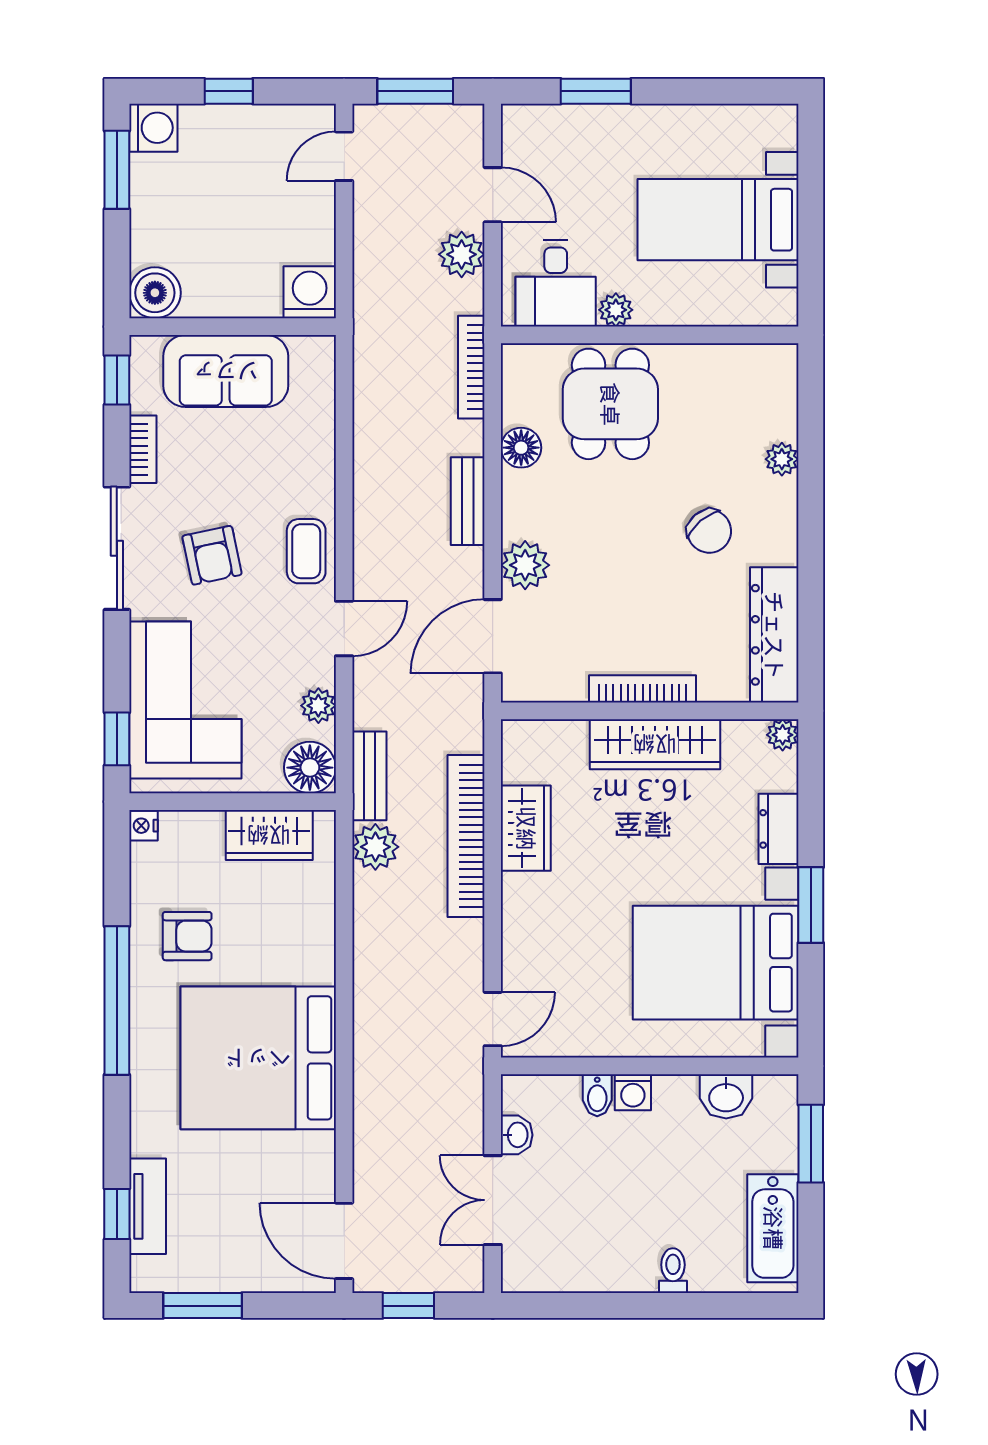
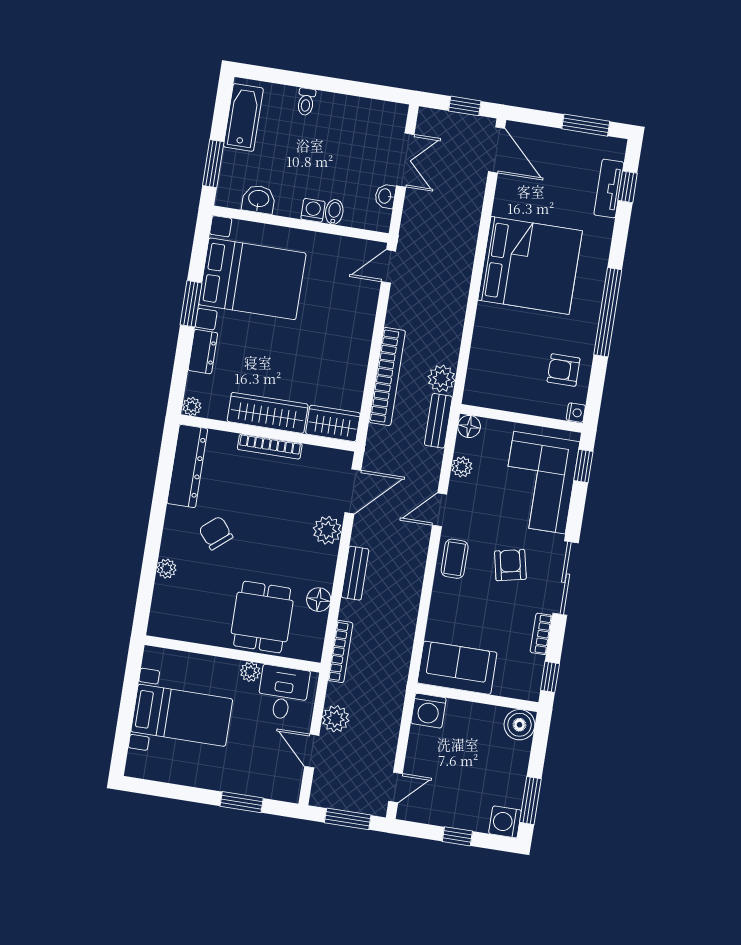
sofa: (226, 371) -> (457, 668), moved
floor lamp: (310, 768) -> (469, 426), width x0.73, depth x0.73
wardrobe: (526, 828) -> (333, 423), moved, turned 90
wardrobe: (269, 835) -> (503, 395), removed
armchair: (187, 936) -> (564, 370), moved

